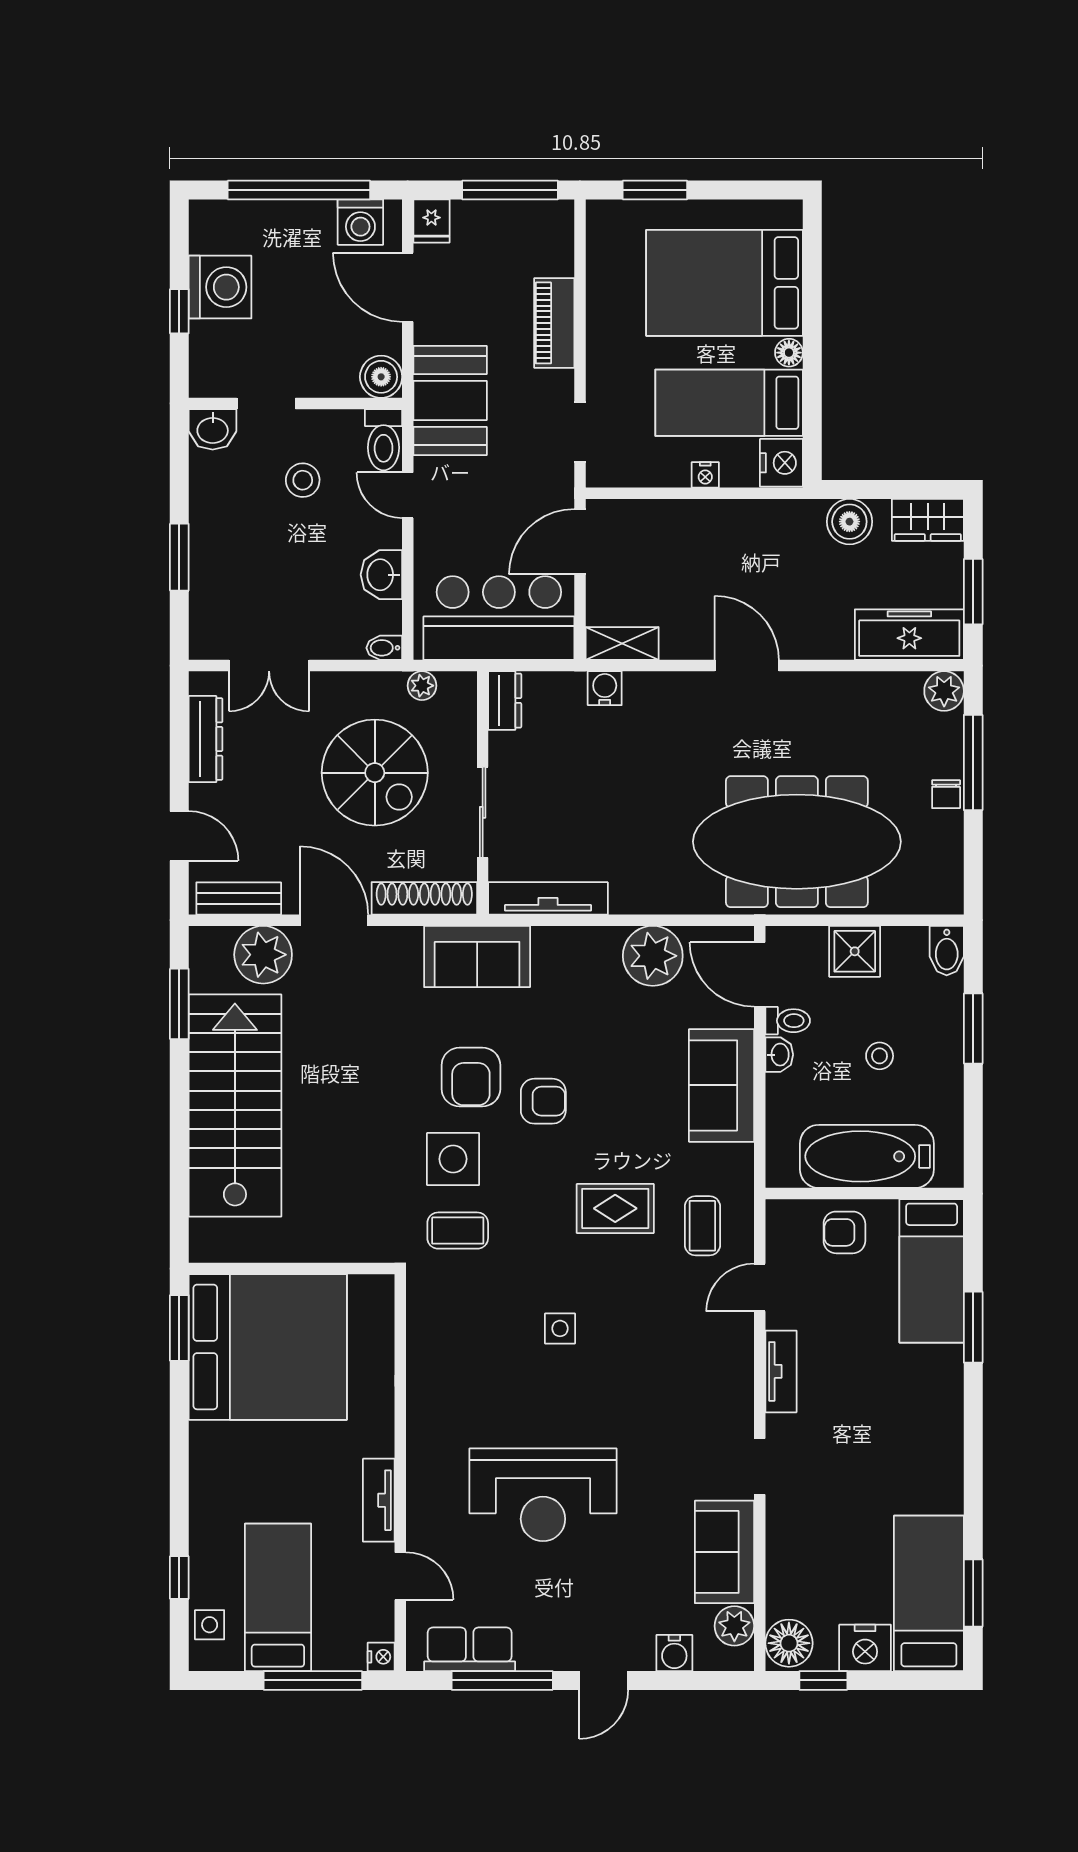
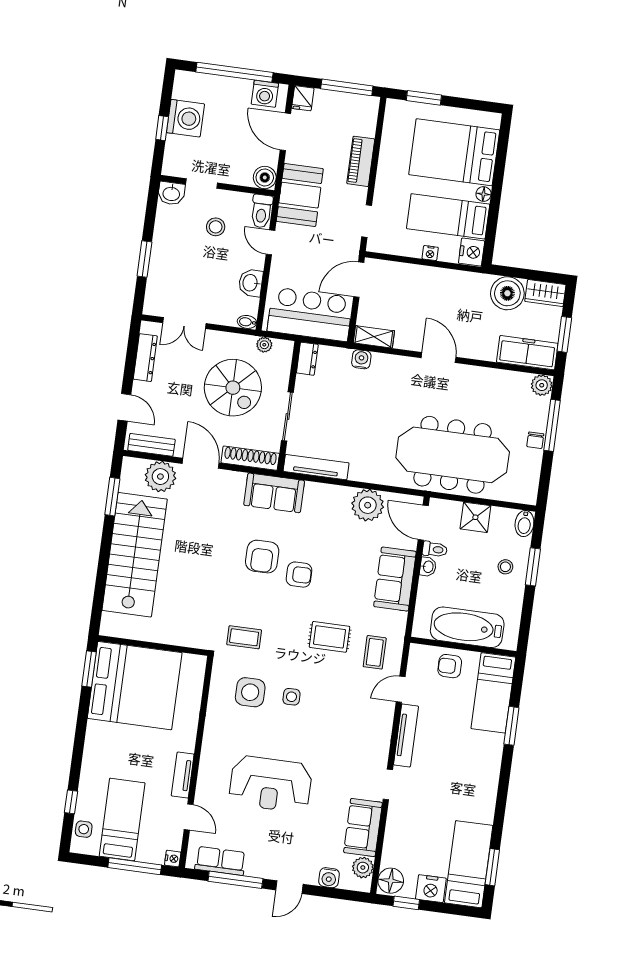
boiler: (849, 522) -> (507, 293), width x1.37, depth x1.37
stool: (880, 1056) -> (505, 567), moved
side table: (453, 1159) -> (250, 692), moved
tv unit: (781, 1371) -> (406, 735), width x1.41

